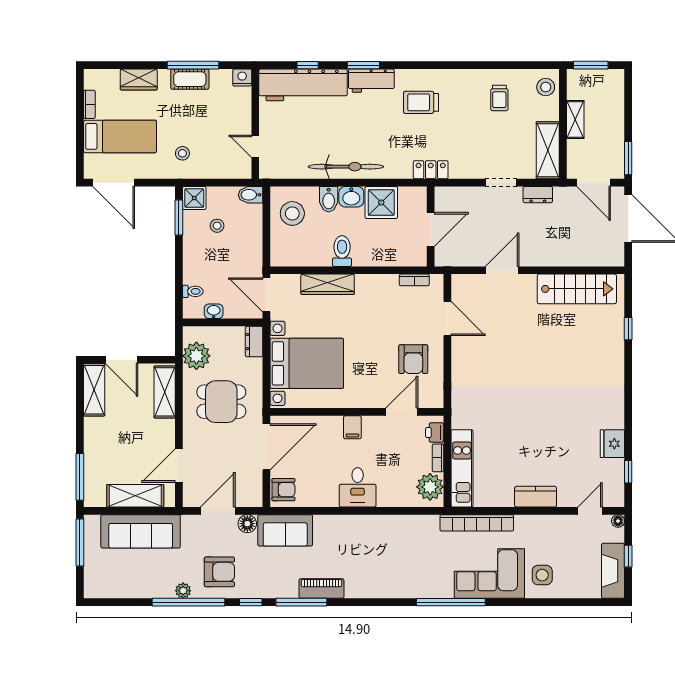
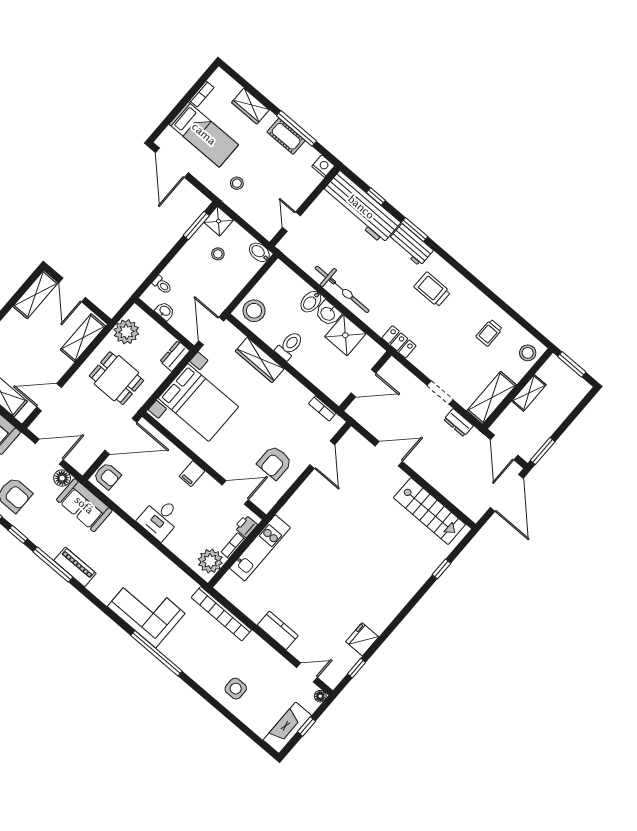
stool: (292, 213) -> (254, 311), moved
kitchen unit: (462, 468) -> (260, 548), moved
corner sofa: (489, 574) -> (146, 610), moved

